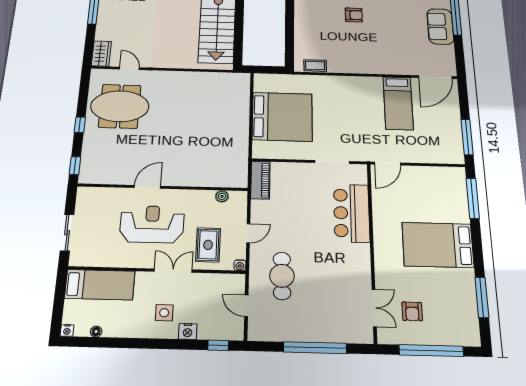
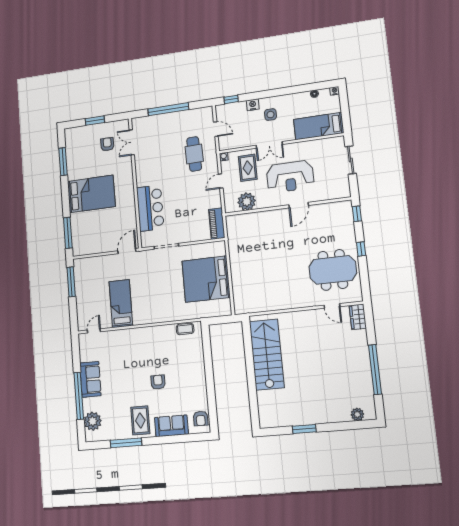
armchair: (354, 15) -> (158, 382), turned 90
door: (435, 77) -> (94, 331), width x0.53
plant: (222, 196) -> (247, 202), width x1.87, depth x1.87
window: (431, 351) -> (95, 121), width x0.47

